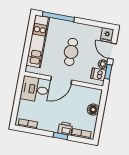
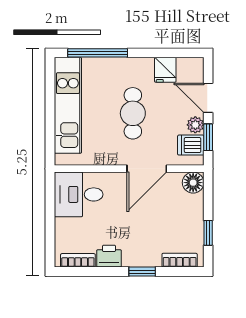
fridge: (107, 35) -> (165, 70), moved
door: (61, 80) -> (147, 169), moved
floor lamp: (93, 110) -> (193, 183), moved
window: (99, 122) -> (208, 233), added
printer: (65, 128) -> (109, 256), moved

